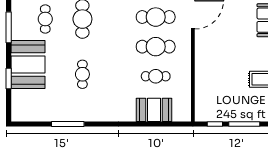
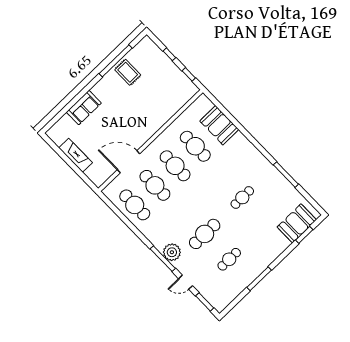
booth: (28, 64) -> (297, 223), moved, width x0.73, depth x0.70
cafe table: (156, 76) -> (195, 146), width x1.37, depth x1.35
window: (9, 78) -> (304, 235), moved
window: (244, 124) -> (169, 54), width x0.46

